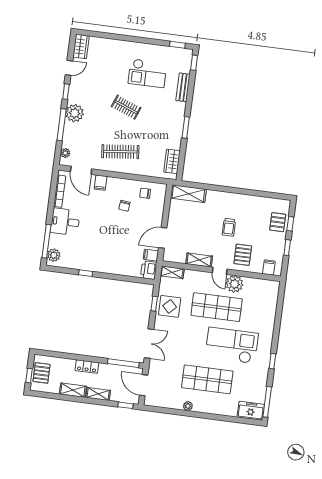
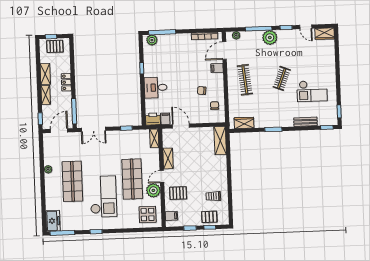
checkout: (147, 73) -> (312, 91), turned -90
desk: (65, 222) -> (156, 88), moved, turned -90
trolley: (229, 227) -> (213, 196), moved
display table: (170, 306) -> (148, 215), moved

